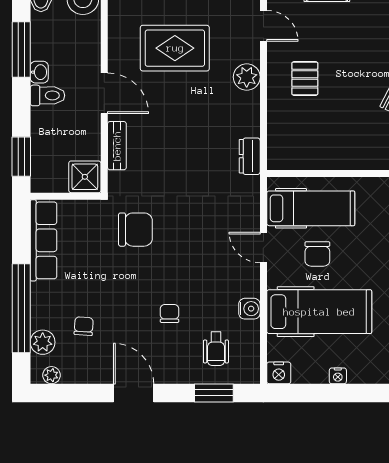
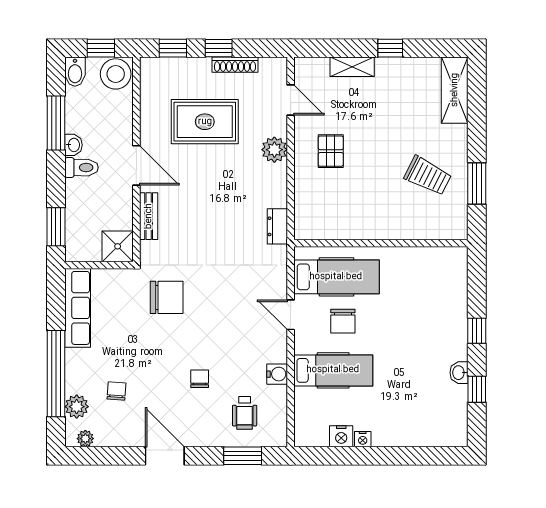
hospital bed: (319, 312) -> (333, 370), width x0.73, depth x0.78
nightstand: (279, 373) -> (341, 436), moved

